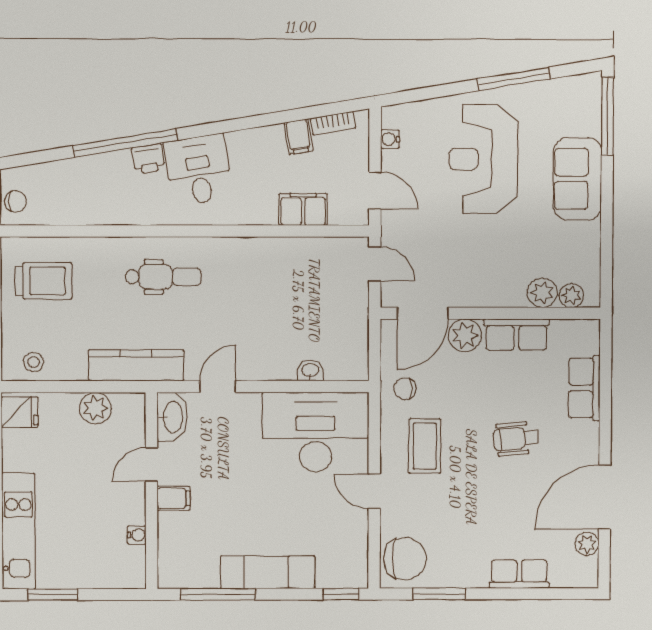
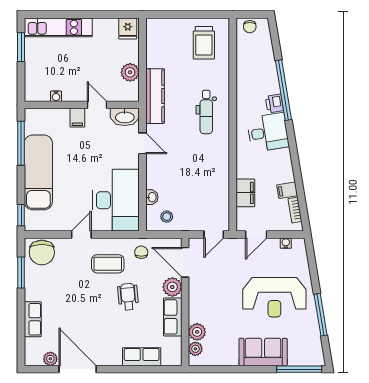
reception desk: (483, 159) -> (274, 297), turned 180
stool: (34, 362) -> (167, 217), moved
wheelchair: (516, 439) -> (128, 297), moved
exam couch: (268, 572) -> (38, 172), width x1.36, depth x1.45

